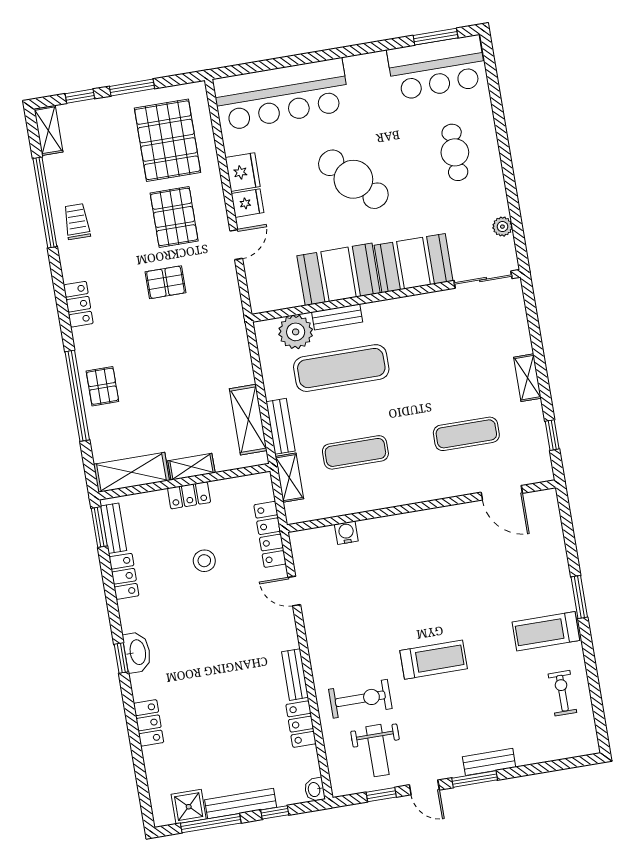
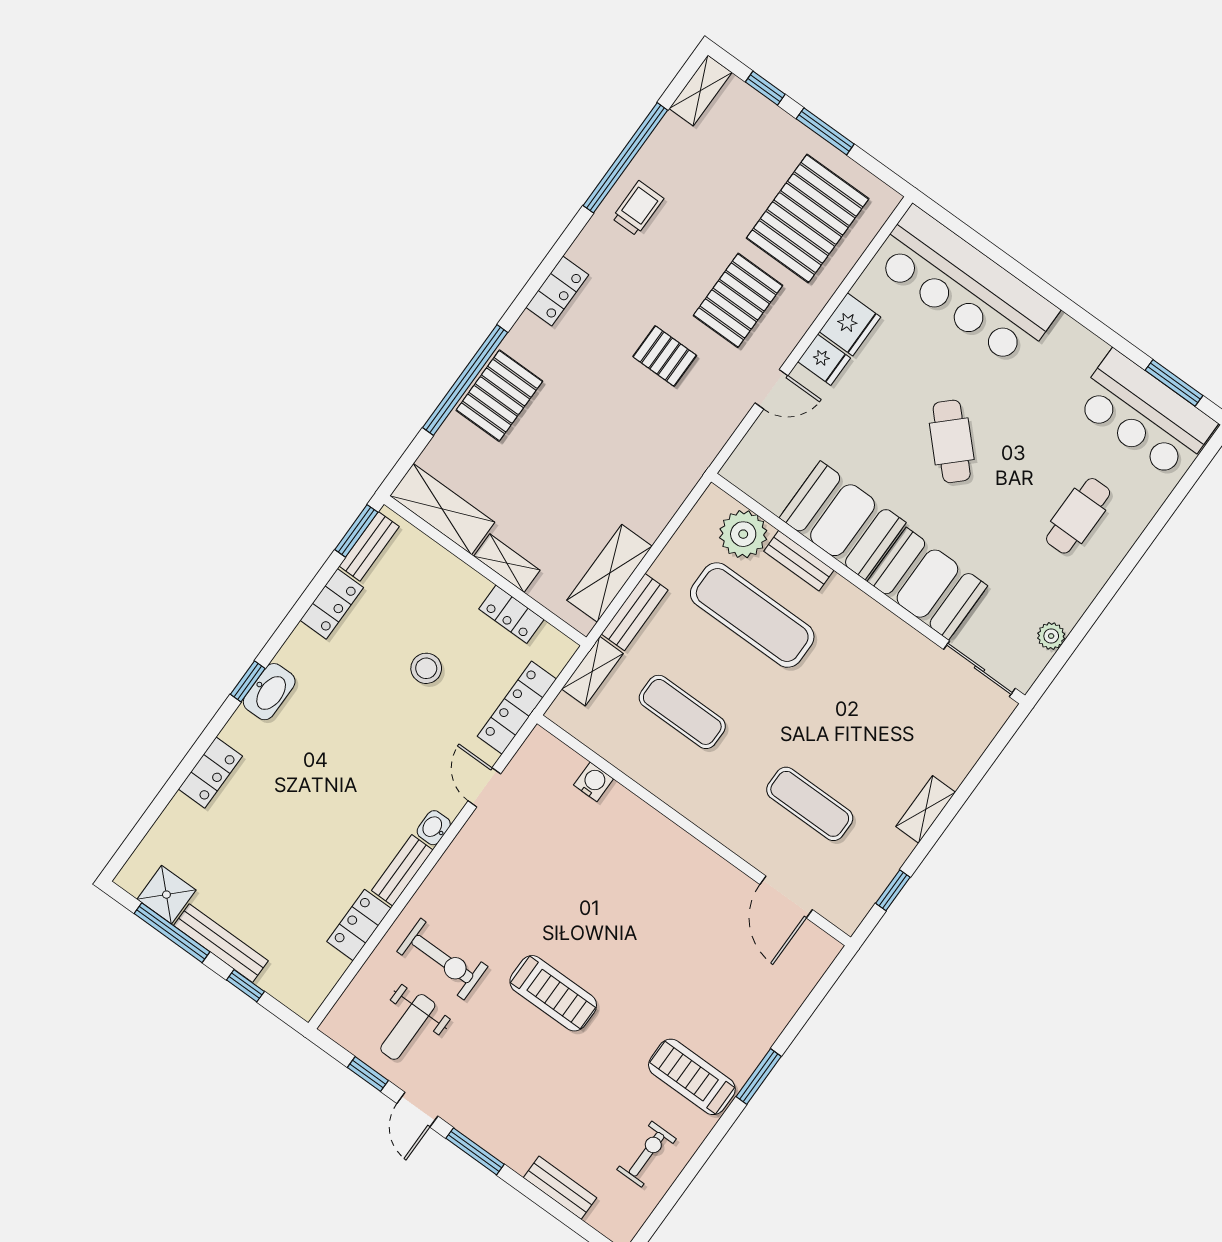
cafe table: (353, 179) -> (952, 441), width x0.73, depth x0.74
pallet: (102, 386) -> (499, 396), width x1.50, depth x1.42
locker: (189, 495) -> (511, 614), moved
bench: (489, 762) -> (560, 1188), moved
washbasin: (315, 789) -> (434, 828), moved

